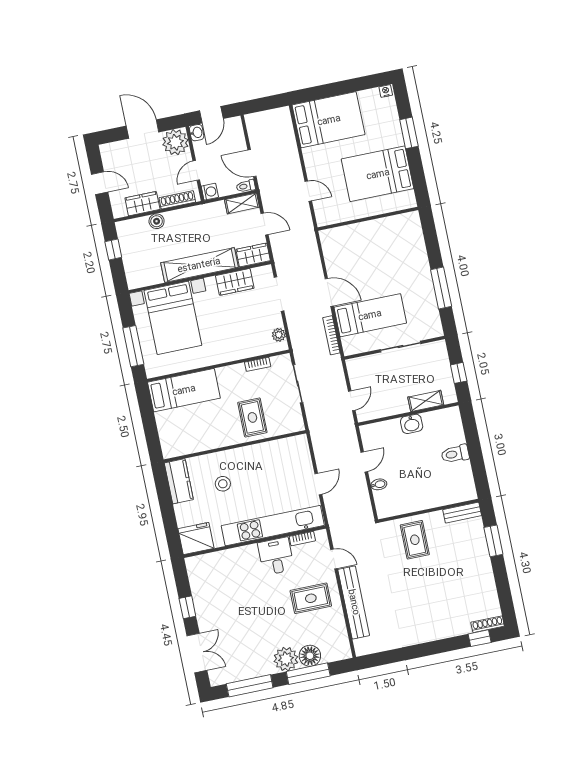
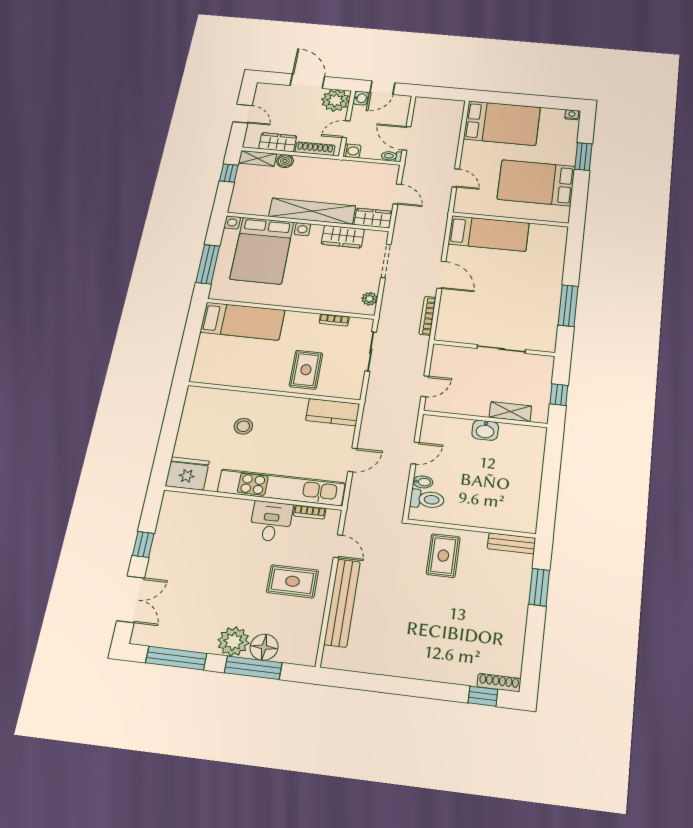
shelving: (242, 203) -> (258, 158), moved
bed: (370, 315) -> (489, 233), moved
toilet: (455, 454) -> (427, 499), moved, turned 180
kitchen counter: (179, 481) -> (333, 412), moved, turned 90

